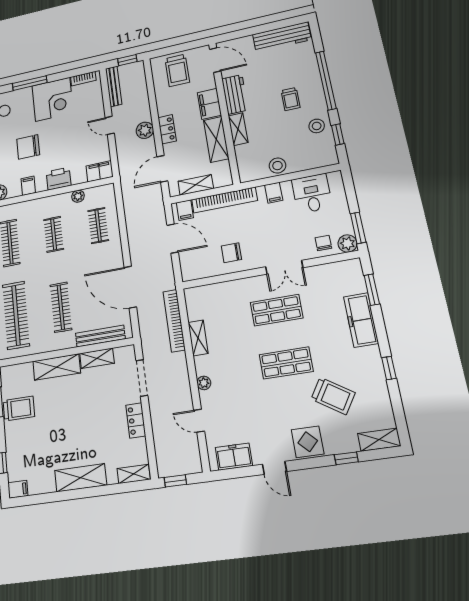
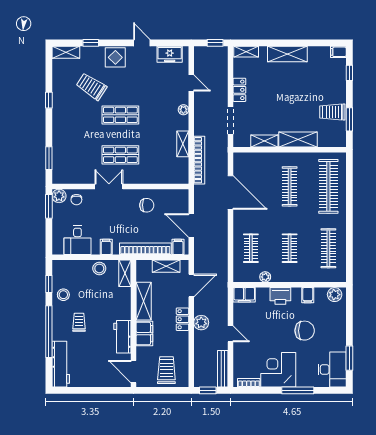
workbench: (282, 37) -> (61, 364), moved, turned 90
shelving: (238, 129) -> (125, 273), moved
freezer: (361, 320) -> (61, 137), removed
bench: (100, 336) -> (260, 158), removed

